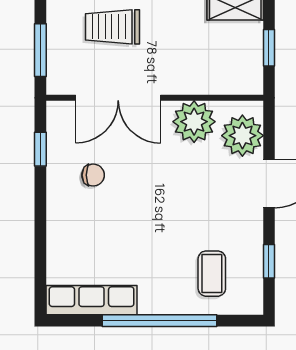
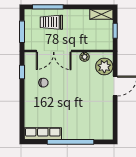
plant: (194, 122) -> (85, 57), width x0.53, depth x0.53
window: (269, 261) -> (115, 118), removed
coffee table: (212, 274) -> (92, 123), removed

